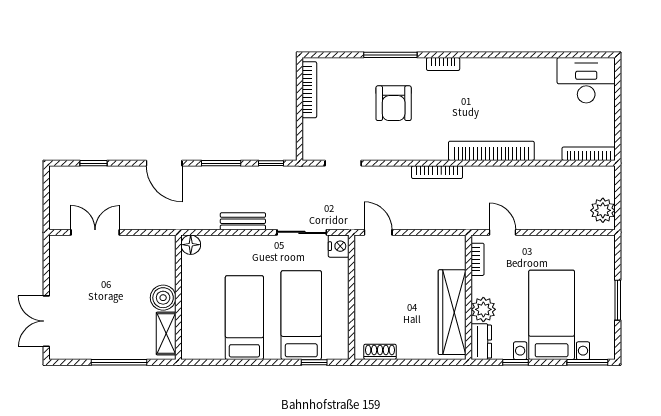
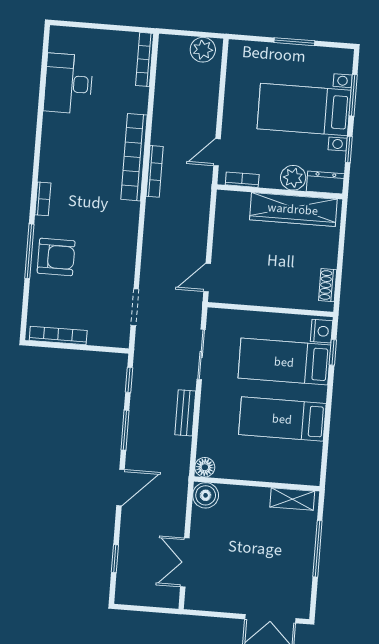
desk: (586, 80) -> (68, 84), moved
armchair: (394, 103) -> (56, 257), moved
bookcase: (437, 172) -> (155, 171), moved
nightstand: (339, 246) -> (322, 331), moved, turned 90
boiler: (163, 298) -> (206, 495), moved
window: (587, 362) -> (353, 95), moved

